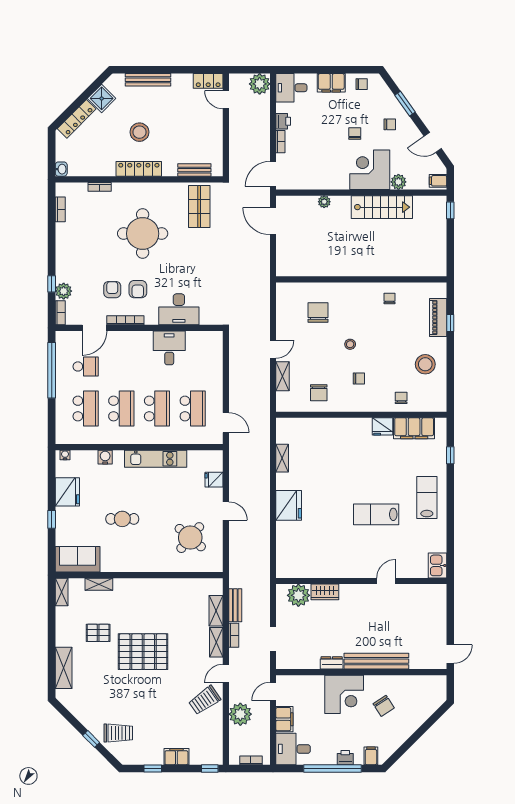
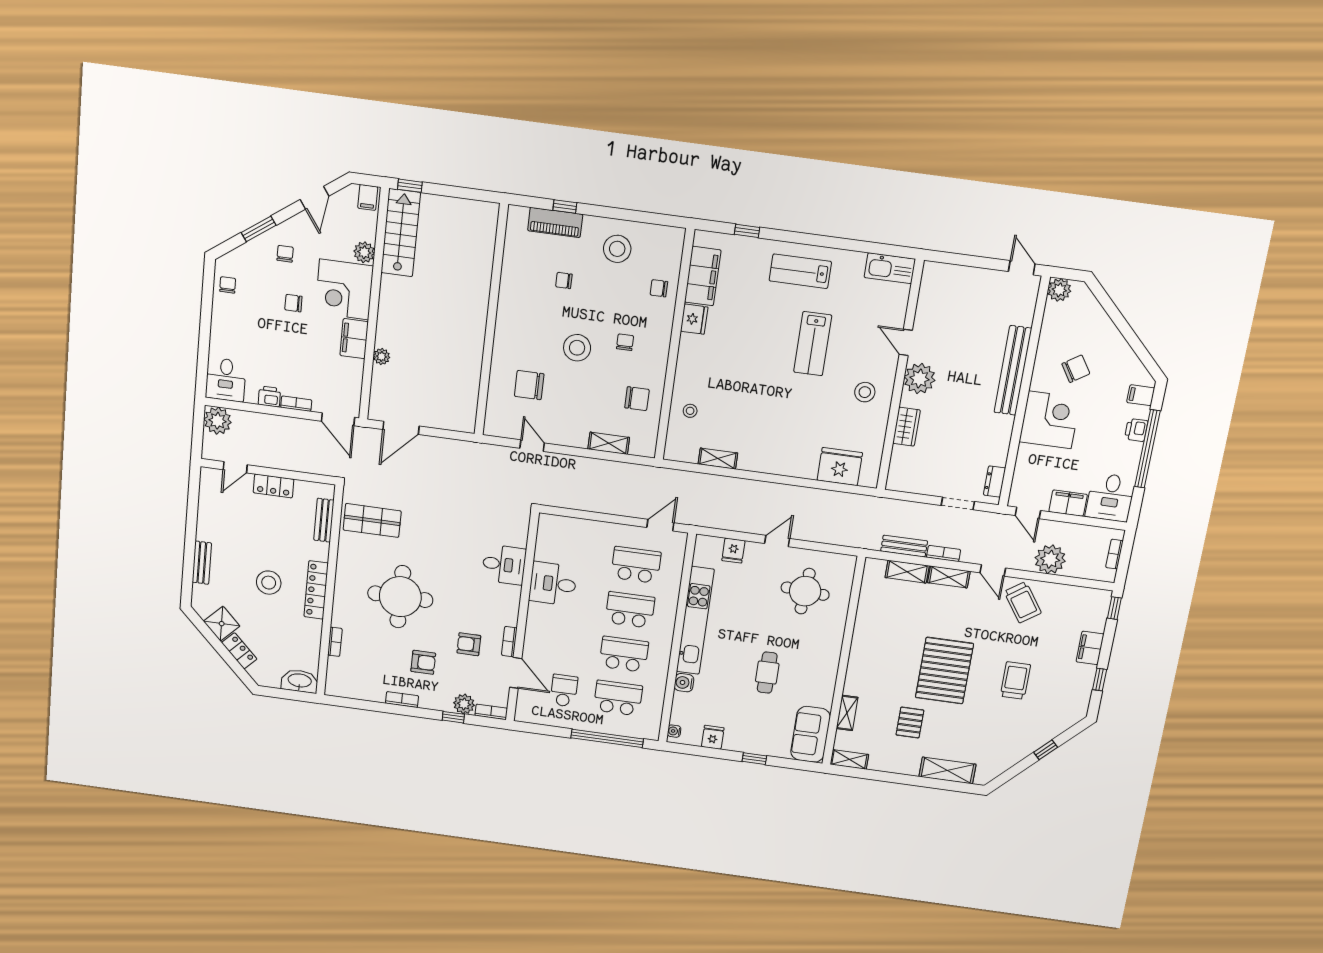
bench: (148, 80) -> (202, 563), width x0.73
locker: (208, 81) -> (274, 486), moved, turned 90
filing cabinet: (331, 83) -> (354, 339), moved, turned 180
locker: (77, 119) -> (239, 651), width x0.66
washbasin: (61, 169) -> (300, 681), width x1.91, depth x1.45
stairs: (382, 207) -> (401, 233), moved
bookcase: (60, 209) -> (402, 700), moved
armchair: (138, 289) -> (423, 662), moved
chair: (390, 299) -> (564, 280), moved
desk: (179, 309) -> (504, 565), width x0.73
bookcase: (125, 320) -> (509, 642), width x0.64
stool: (350, 344) -> (577, 348), width x1.89, depth x1.89
door: (273, 349) -> (532, 446), moved
window: (52, 370) -> (607, 738), moved
stool: (315, 433) -> (690, 411), added
kitchen unit: (156, 459) -> (695, 621), width x1.36
fridge: (67, 492) -> (713, 737), width x0.53, depth x0.75
fridge: (289, 505) -> (840, 467), moved
round table: (190, 538) -> (805, 591), turned -36
stool: (346, 558) -> (865, 392), added
kitchen sink: (437, 565) -> (890, 268), width x1.38
plant: (298, 595) -> (920, 379), moved
dresser: (332, 663) -> (995, 482), moved
plant: (438, 683) -> (1059, 290), added
trolley: (118, 733) -> (1015, 680), moved

